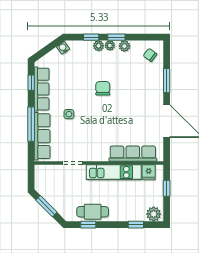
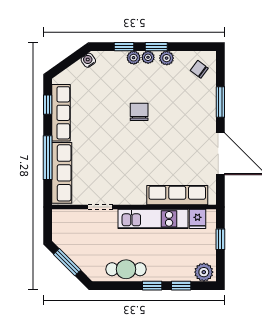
side table: (69, 114) -> (96, 145), removed
window: (88, 225) -> (152, 286), moved

